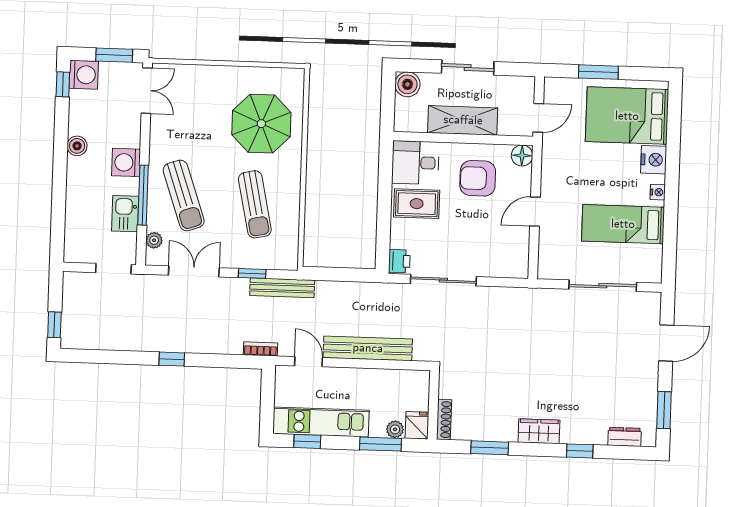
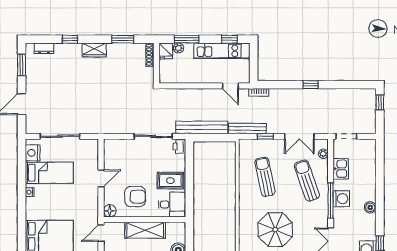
parasol: (261, 124) -> (275, 230), moved
nightstand: (654, 160) -> (33, 153), moved
window: (143, 195) -> (331, 201), moved
bench: (368, 348) -> (202, 127), moved

